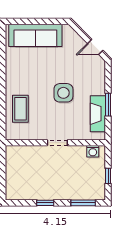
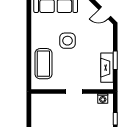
side table: (63, 93) -> (67, 41), moved
coffee table: (20, 109) -> (43, 64), width x1.36, depth x1.32

